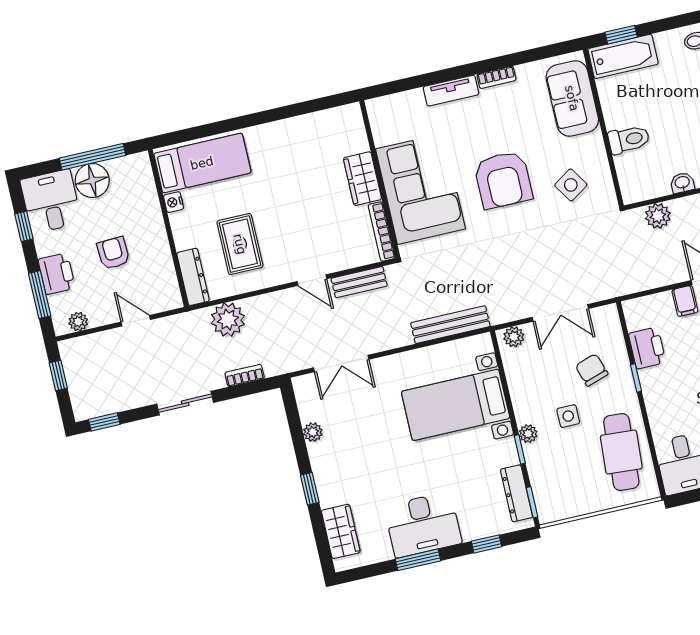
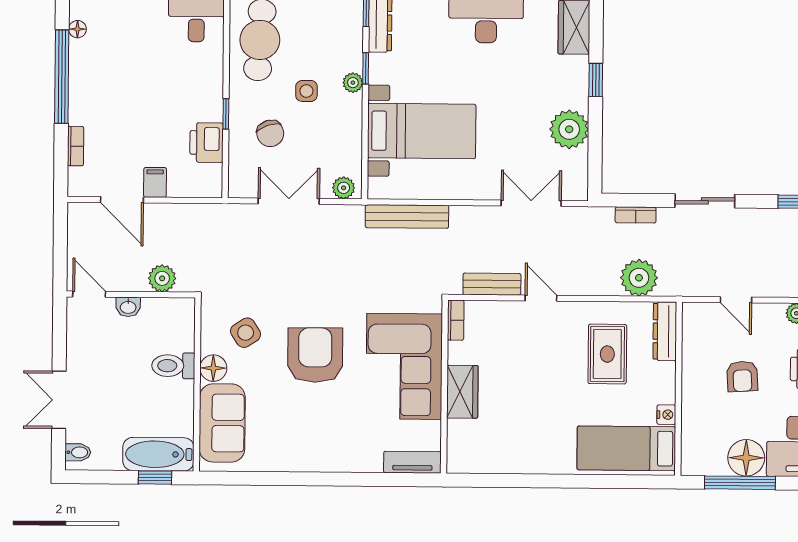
bookcase: (496, 77) -> (296, 464), removed
tv unit: (451, 91) -> (412, 462), moved
floor lamp: (592, 146) -> (213, 368), added
bookcase: (382, 231) -> (456, 320), width x0.64
plant: (313, 432) -> (569, 129), width x1.88, depth x1.88

